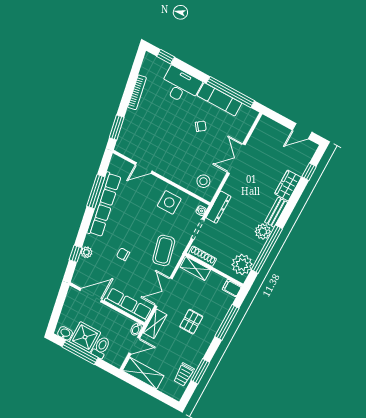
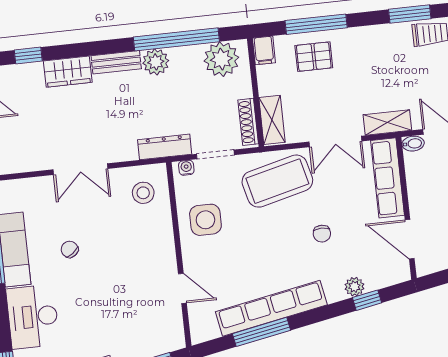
coffee table: (164, 250) -> (277, 181), width x1.36, depth x1.32
pallet: (191, 322) -> (314, 57), moved

